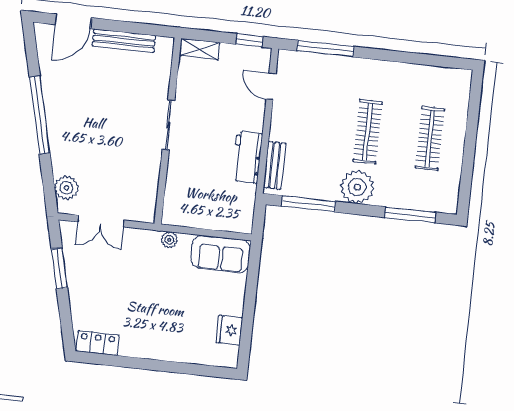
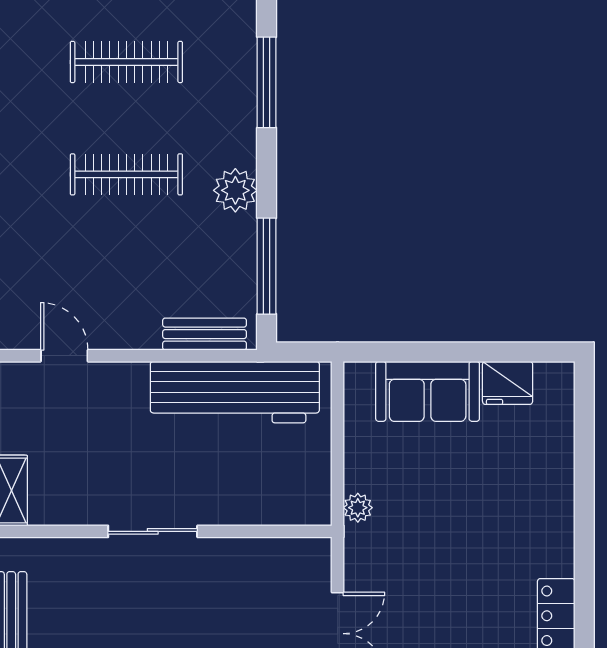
door: (271, 86) -> (64, 356), swing flipped
workbench: (247, 157) -> (235, 392), width x1.88, depth x1.32
plant: (357, 187) -> (235, 190), width x0.73, depth x0.73
sofa: (221, 254) -> (428, 391), moved, turned 90

